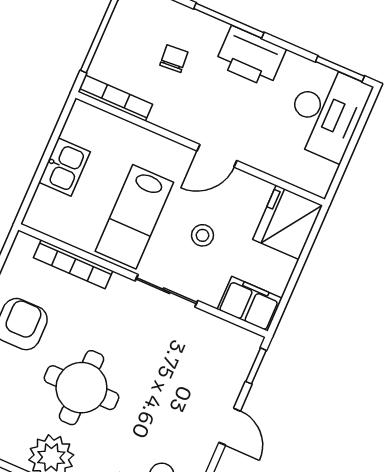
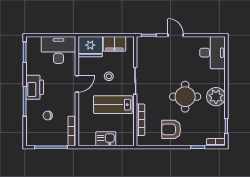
desk: (327, 113) -> (58, 50), moved
door: (217, 156) -> (77, 84), hinge flipped
lab bench: (134, 217) -> (113, 105), turned 180
filing cabinet: (250, 304) -> (114, 44), moved, turned -90
door: (230, 427) -> (176, 35), hinge flipped

